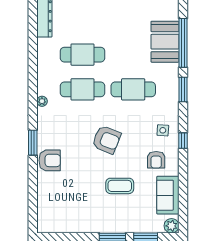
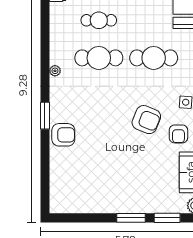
cafe table: (82, 55) -> (99, 20), width x0.73, depth x0.74
armchair: (106, 140) -> (146, 120), moved
coffee table: (120, 186) -> (139, 162), removed

